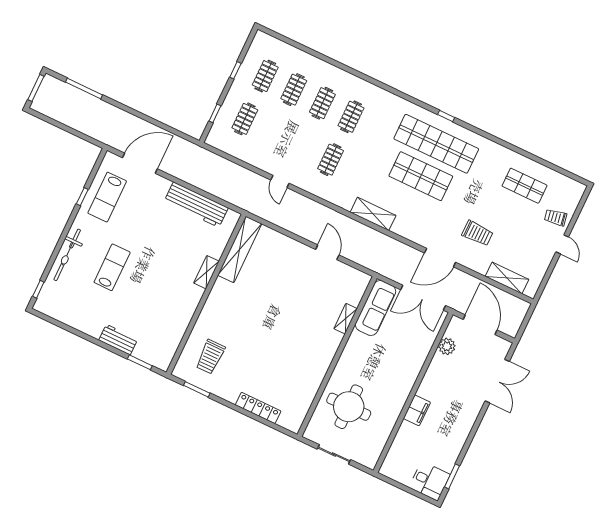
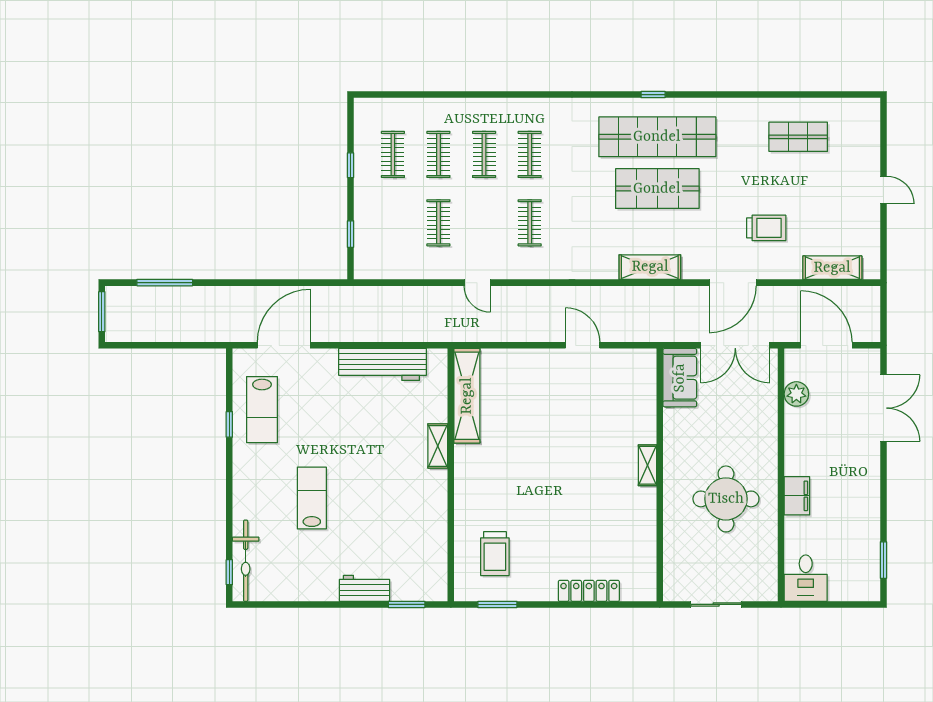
clothes rail: (245, 119) -> (438, 223), moved
shelving: (373, 214) -> (650, 267), moved
trolley: (556, 217) -> (858, 159), removed
bicycle: (67, 255) -> (246, 561), moved
sofa: (376, 308) -> (680, 378), width x0.73
shelving: (346, 319) -> (647, 465), moved
round table: (349, 407) -> (726, 499), moved
desk: (430, 481) -> (806, 578), moved, turned 90

